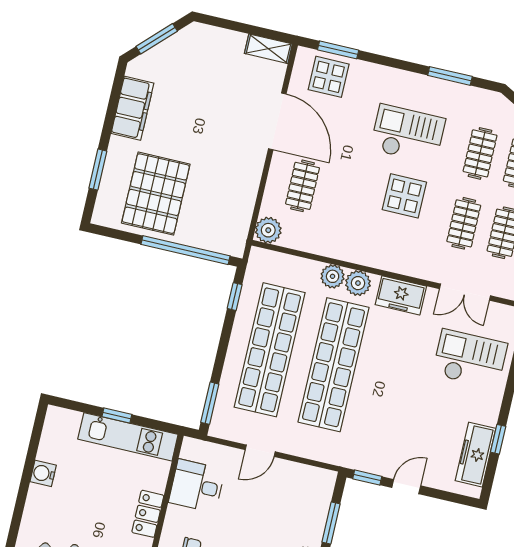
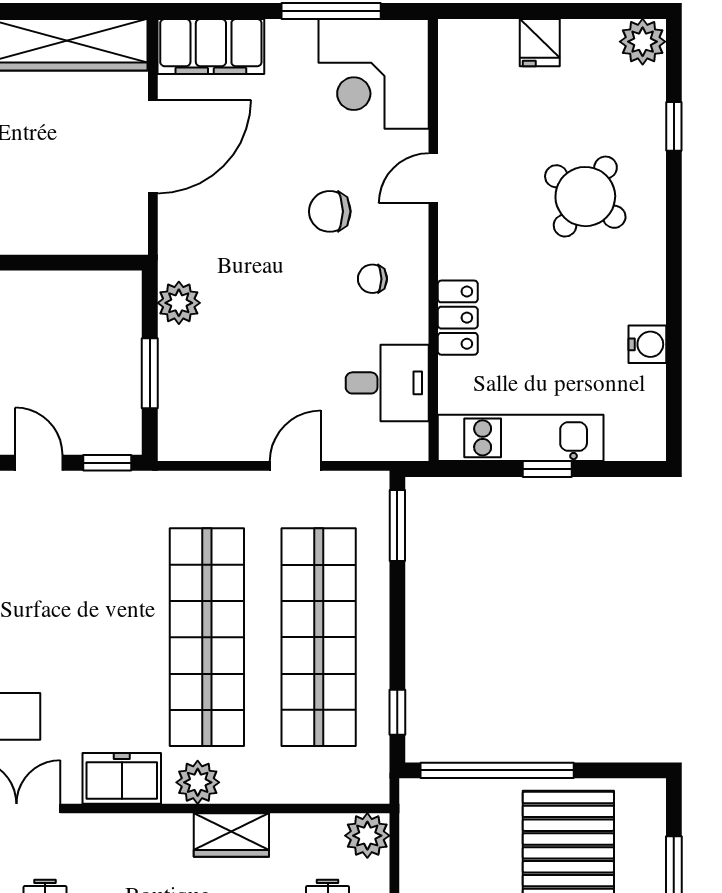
wardrobe: (346, 249) -> (231, 835), added
plant: (333, 276) -> (243, 784), removed
door: (406, 487) -> (39, 463), swing flipped

